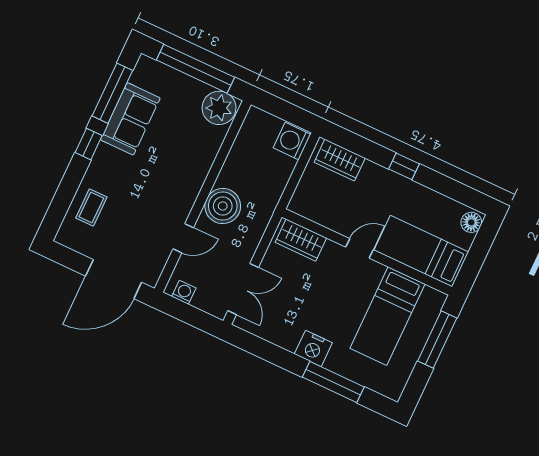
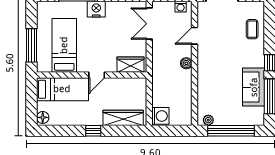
plant: (219, 108) -> (208, 120), width x0.53, depth x0.53
wardrobe: (340, 160) -> (123, 118), width x1.50
boiler: (223, 206) -> (186, 63), width x0.54, depth x0.54

